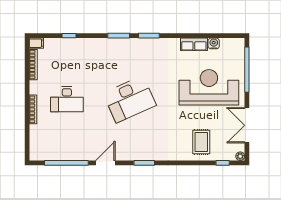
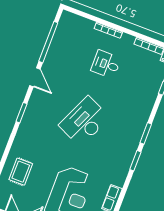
desk: (67, 99) -> (106, 64), width x0.73
desk: (130, 99) -> (84, 121), turned 48
rug: (201, 142) -> (21, 172), turned 90

